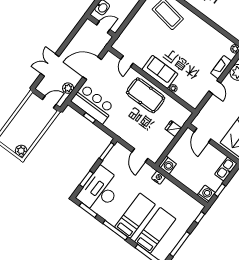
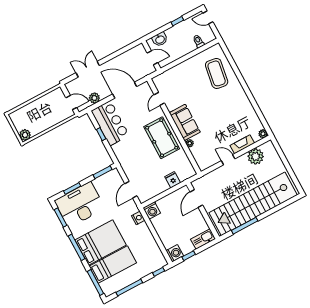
door: (215, 87) -> (228, 160), swing flipped
bed: (135, 216) -> (101, 243), width x1.50

